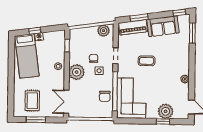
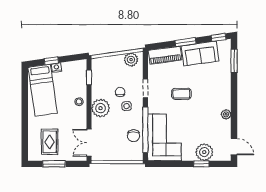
window: (139, 18) -> (186, 42), moved

